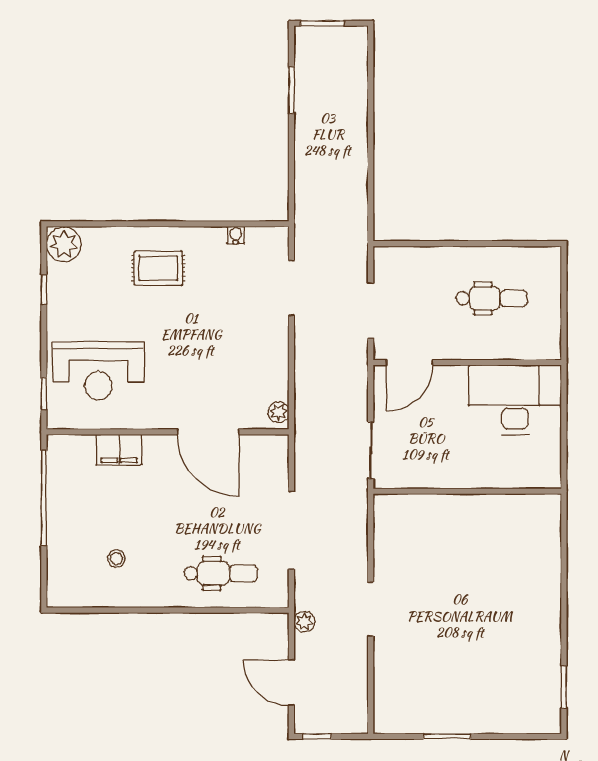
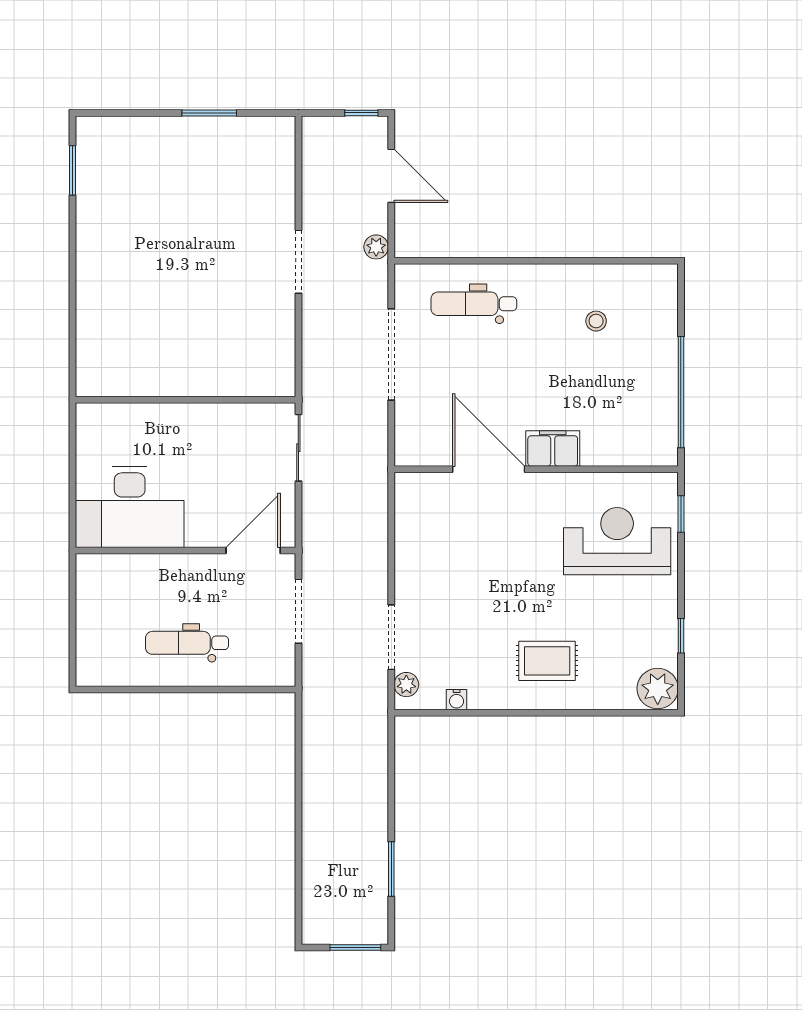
dental chair: (492, 298) -> (187, 643), moved
plant: (279, 412) -> (406, 685), moved
filing cabinet: (119, 450) -> (553, 448), moved

